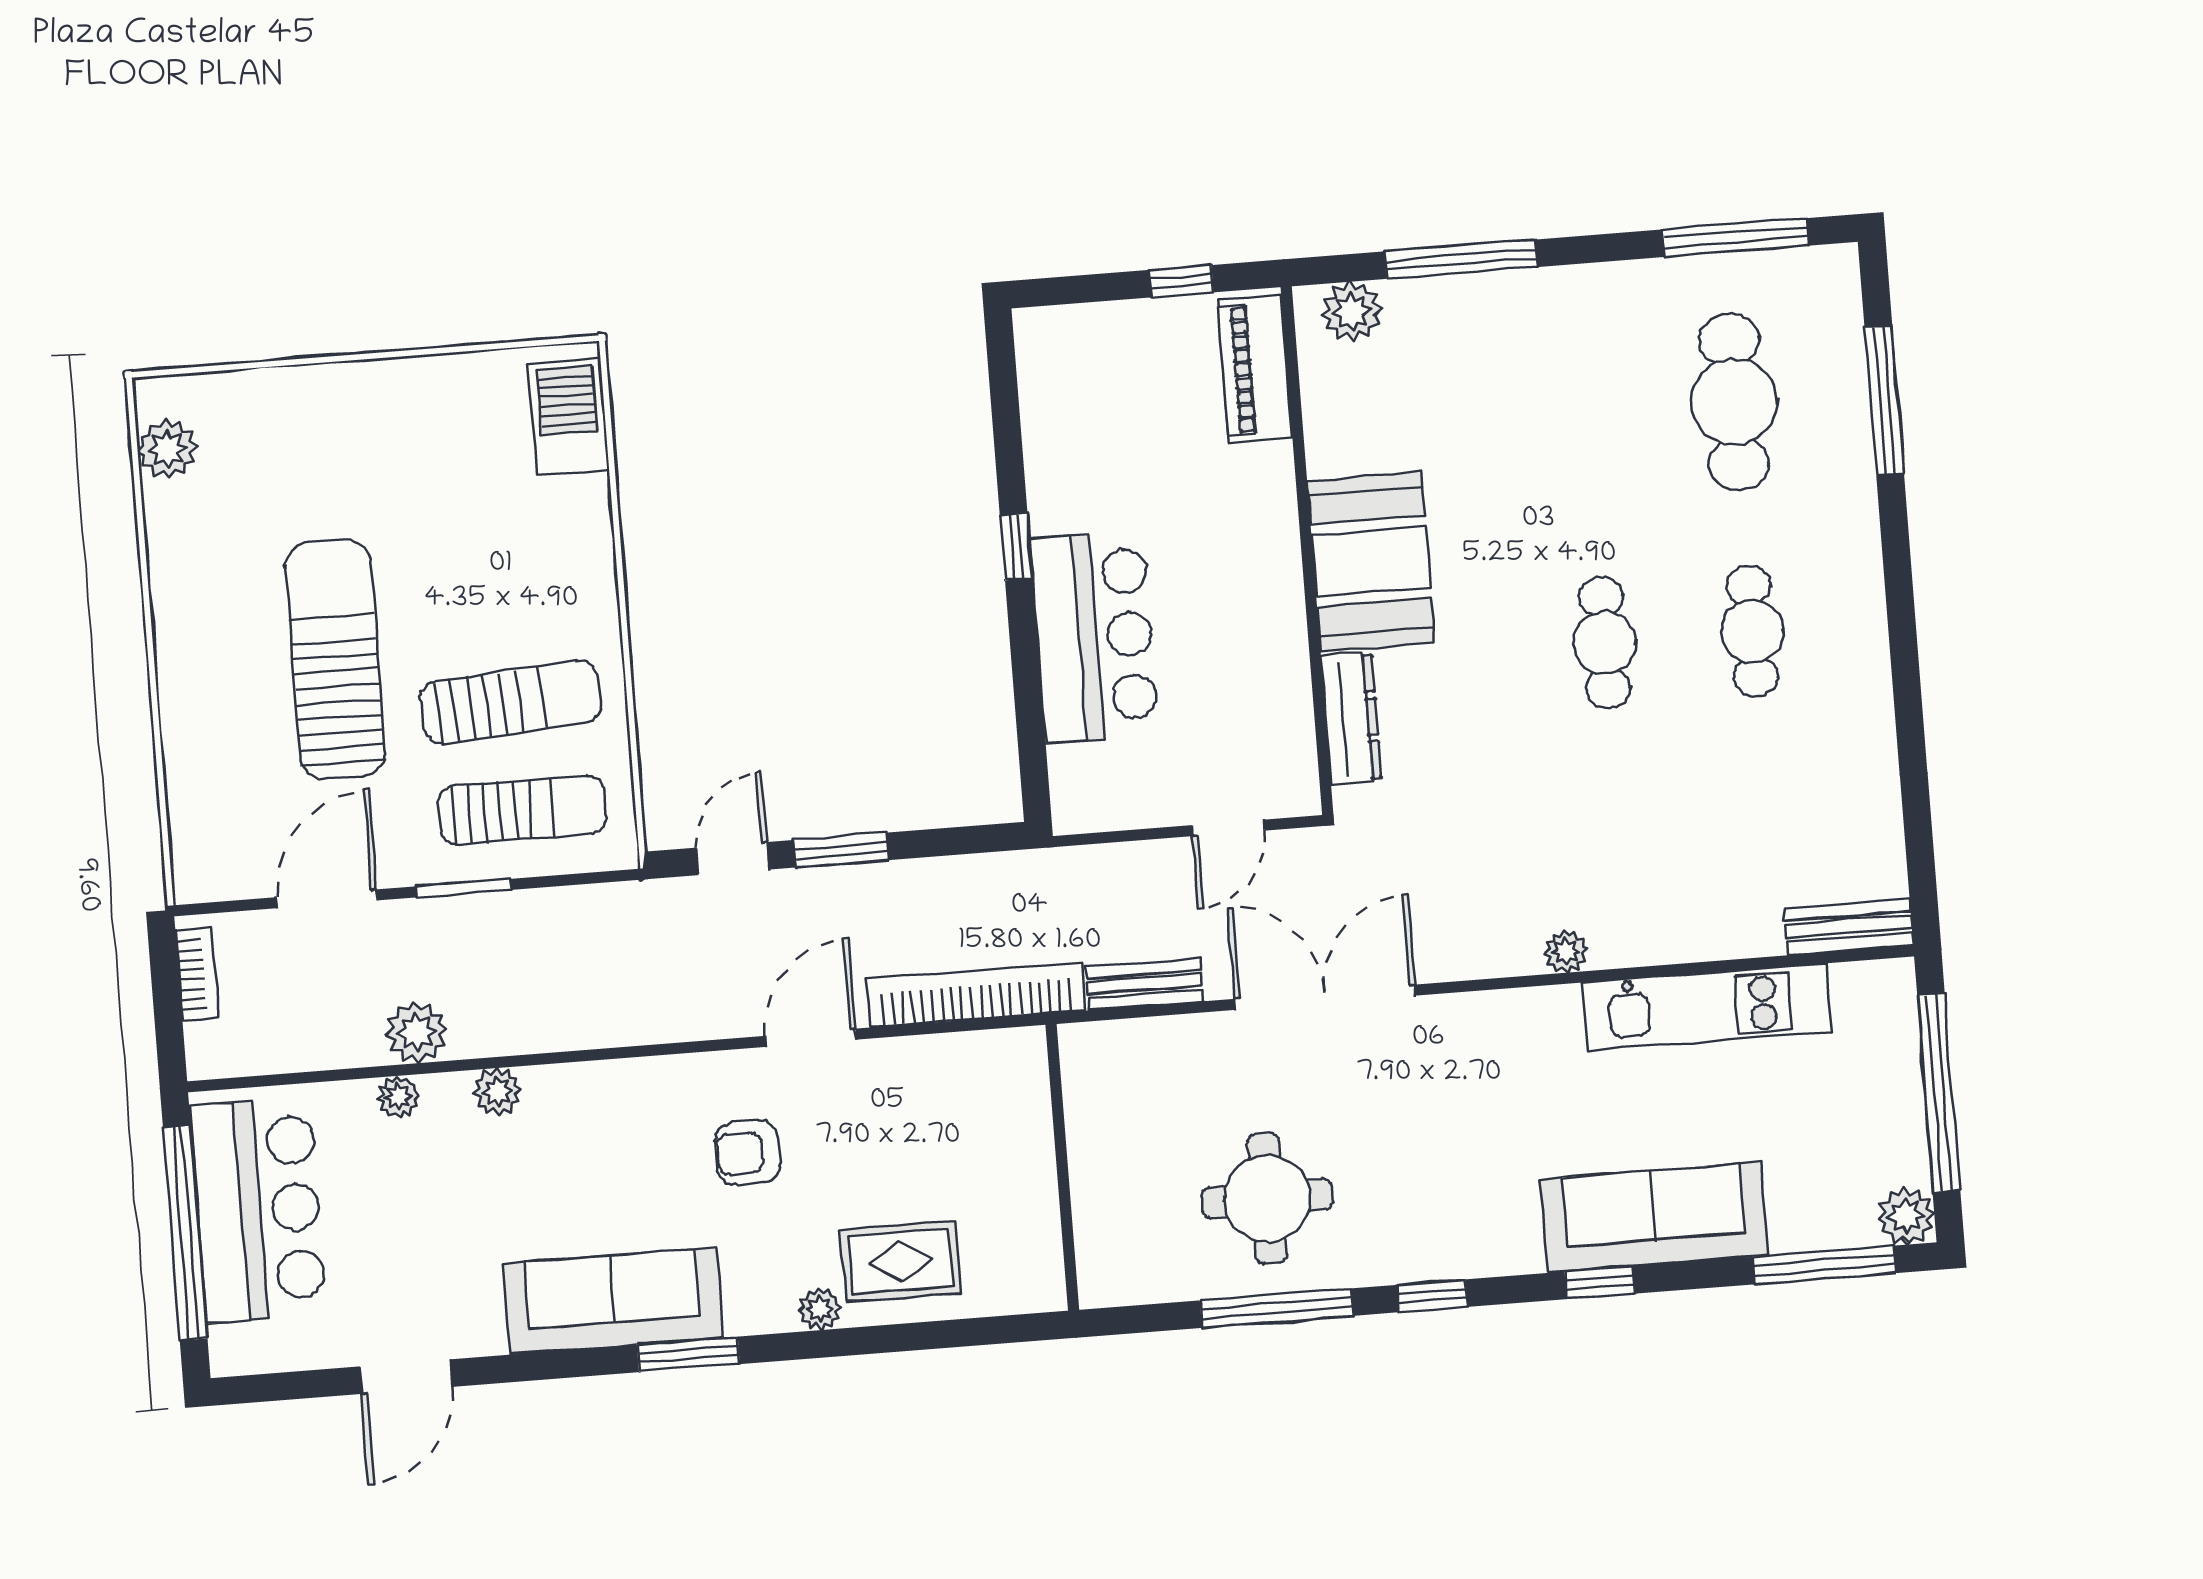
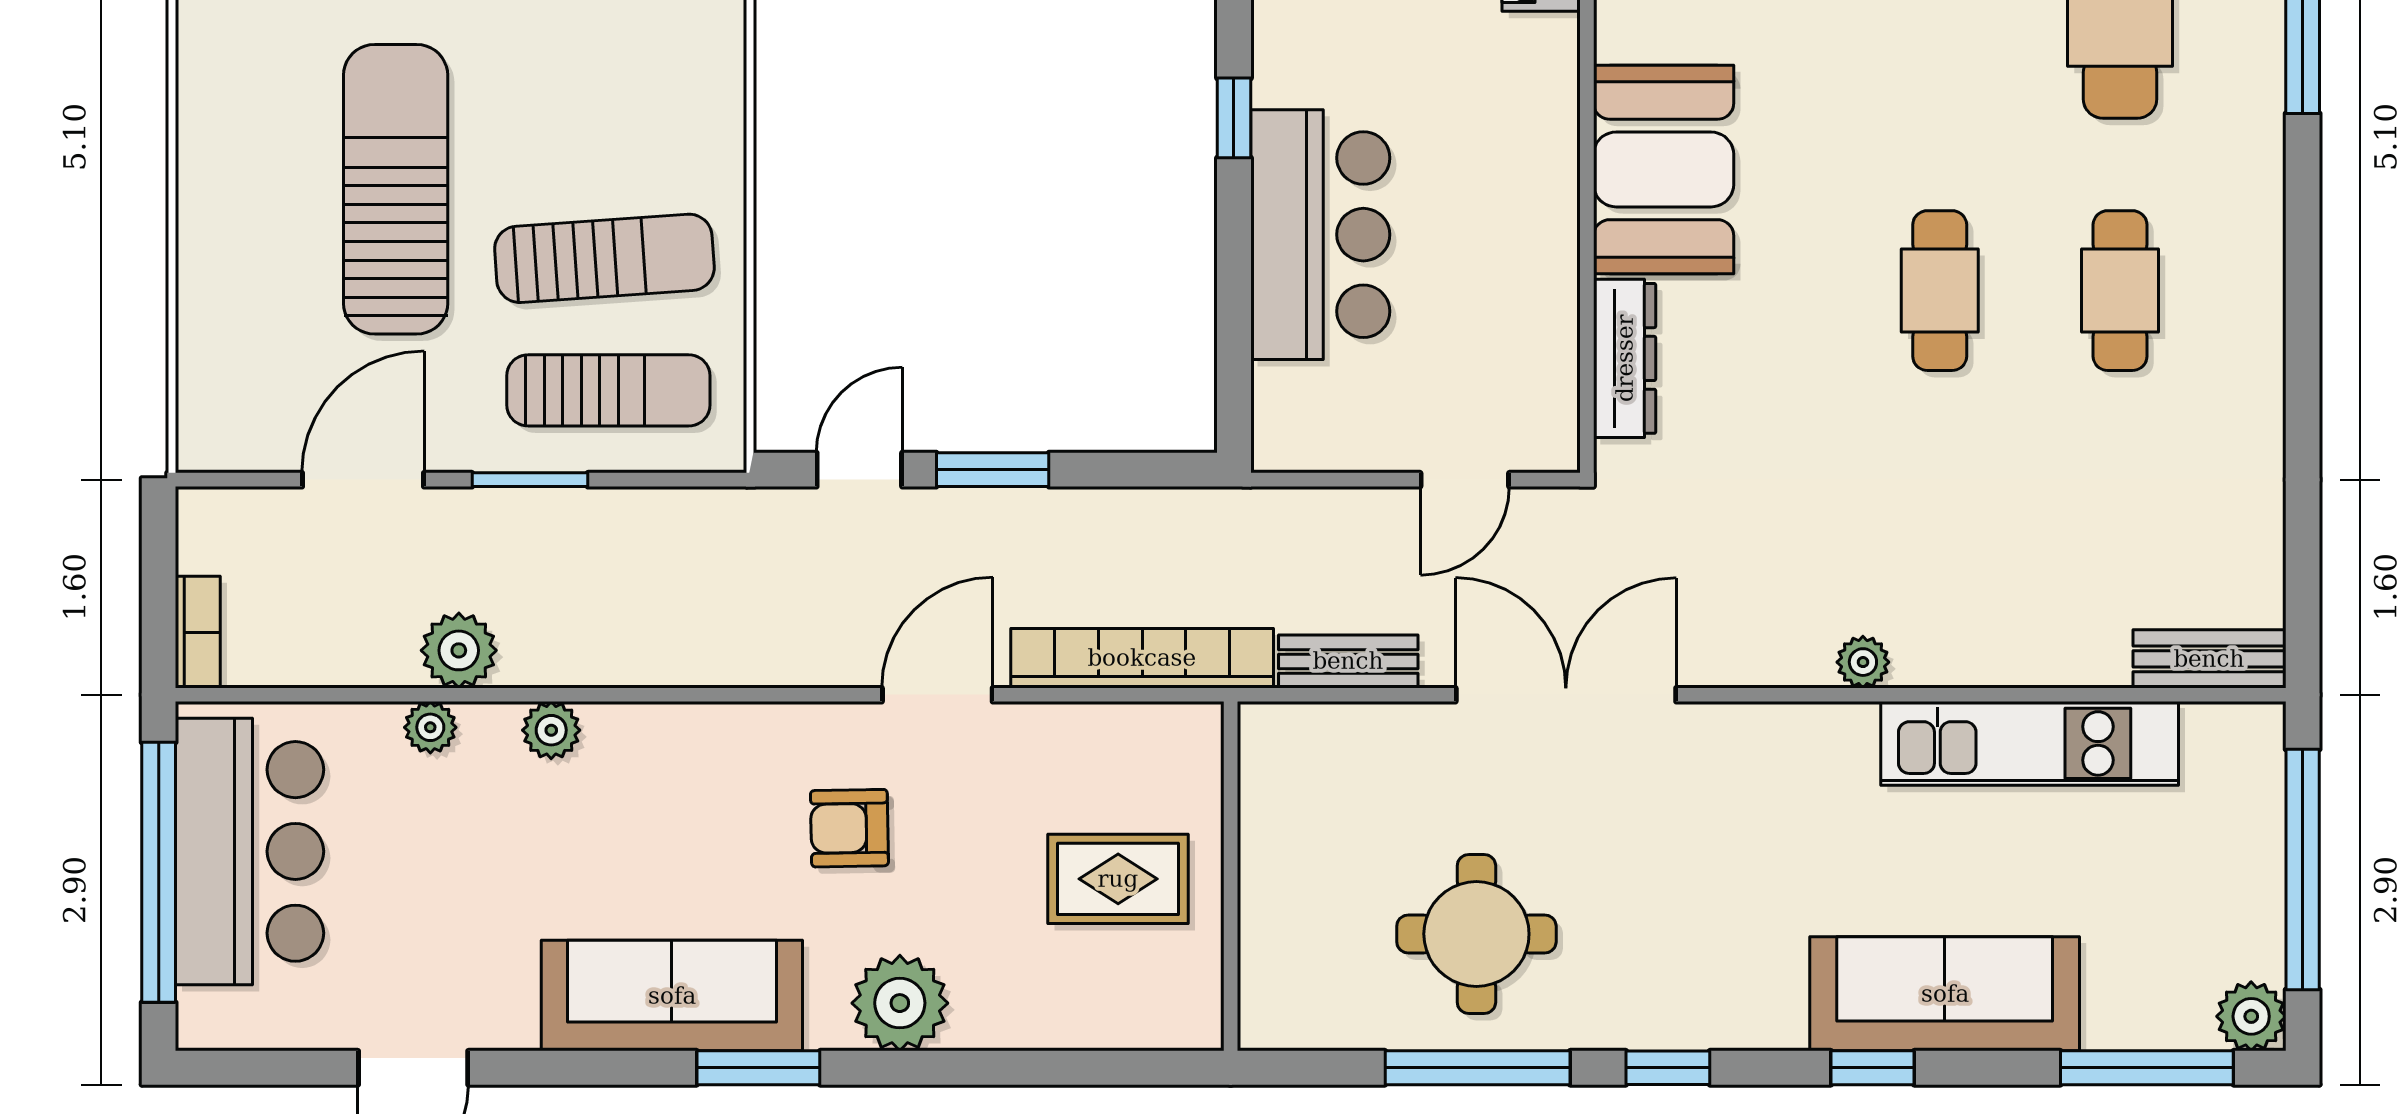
bookcase: (197, 974) -> (198, 632), moved
rug: (901, 1261) -> (1118, 879), moved
plant: (820, 1309) -> (900, 1003), width x1.88, depth x1.88

